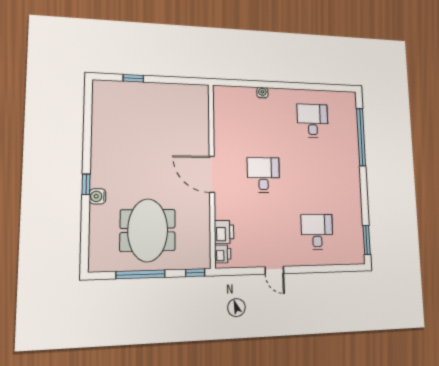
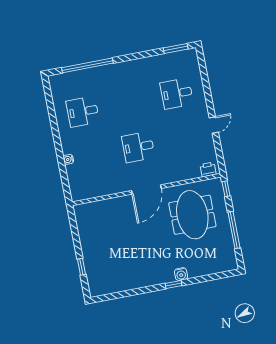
meeting table: (148, 230) -> (192, 215), moved, turned 90
printer: (224, 232) -> (191, 171), removed

